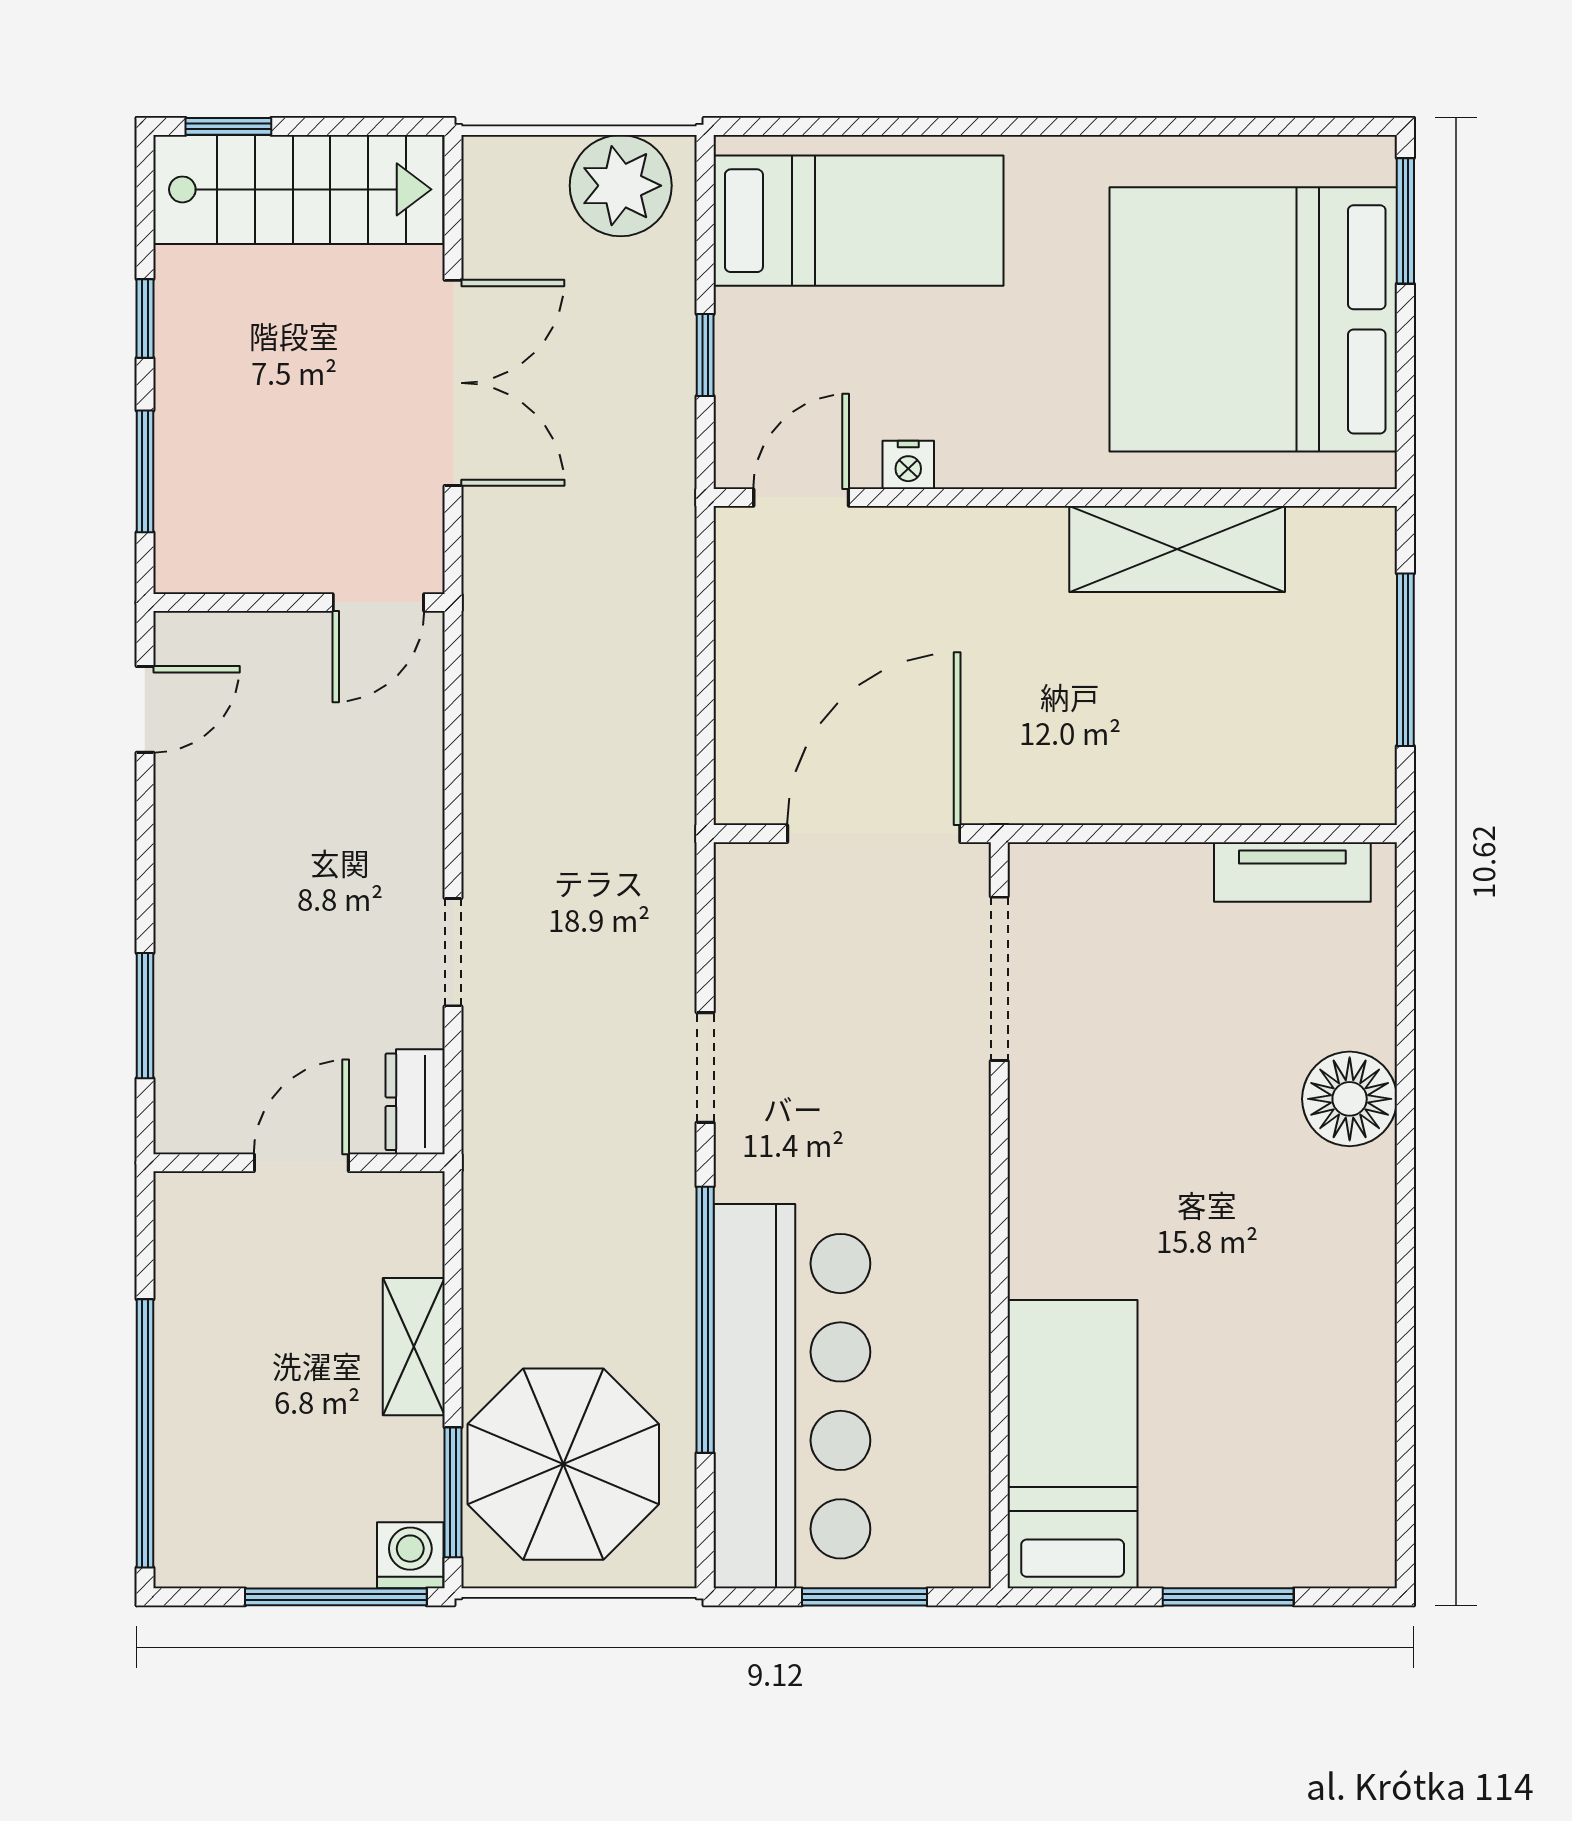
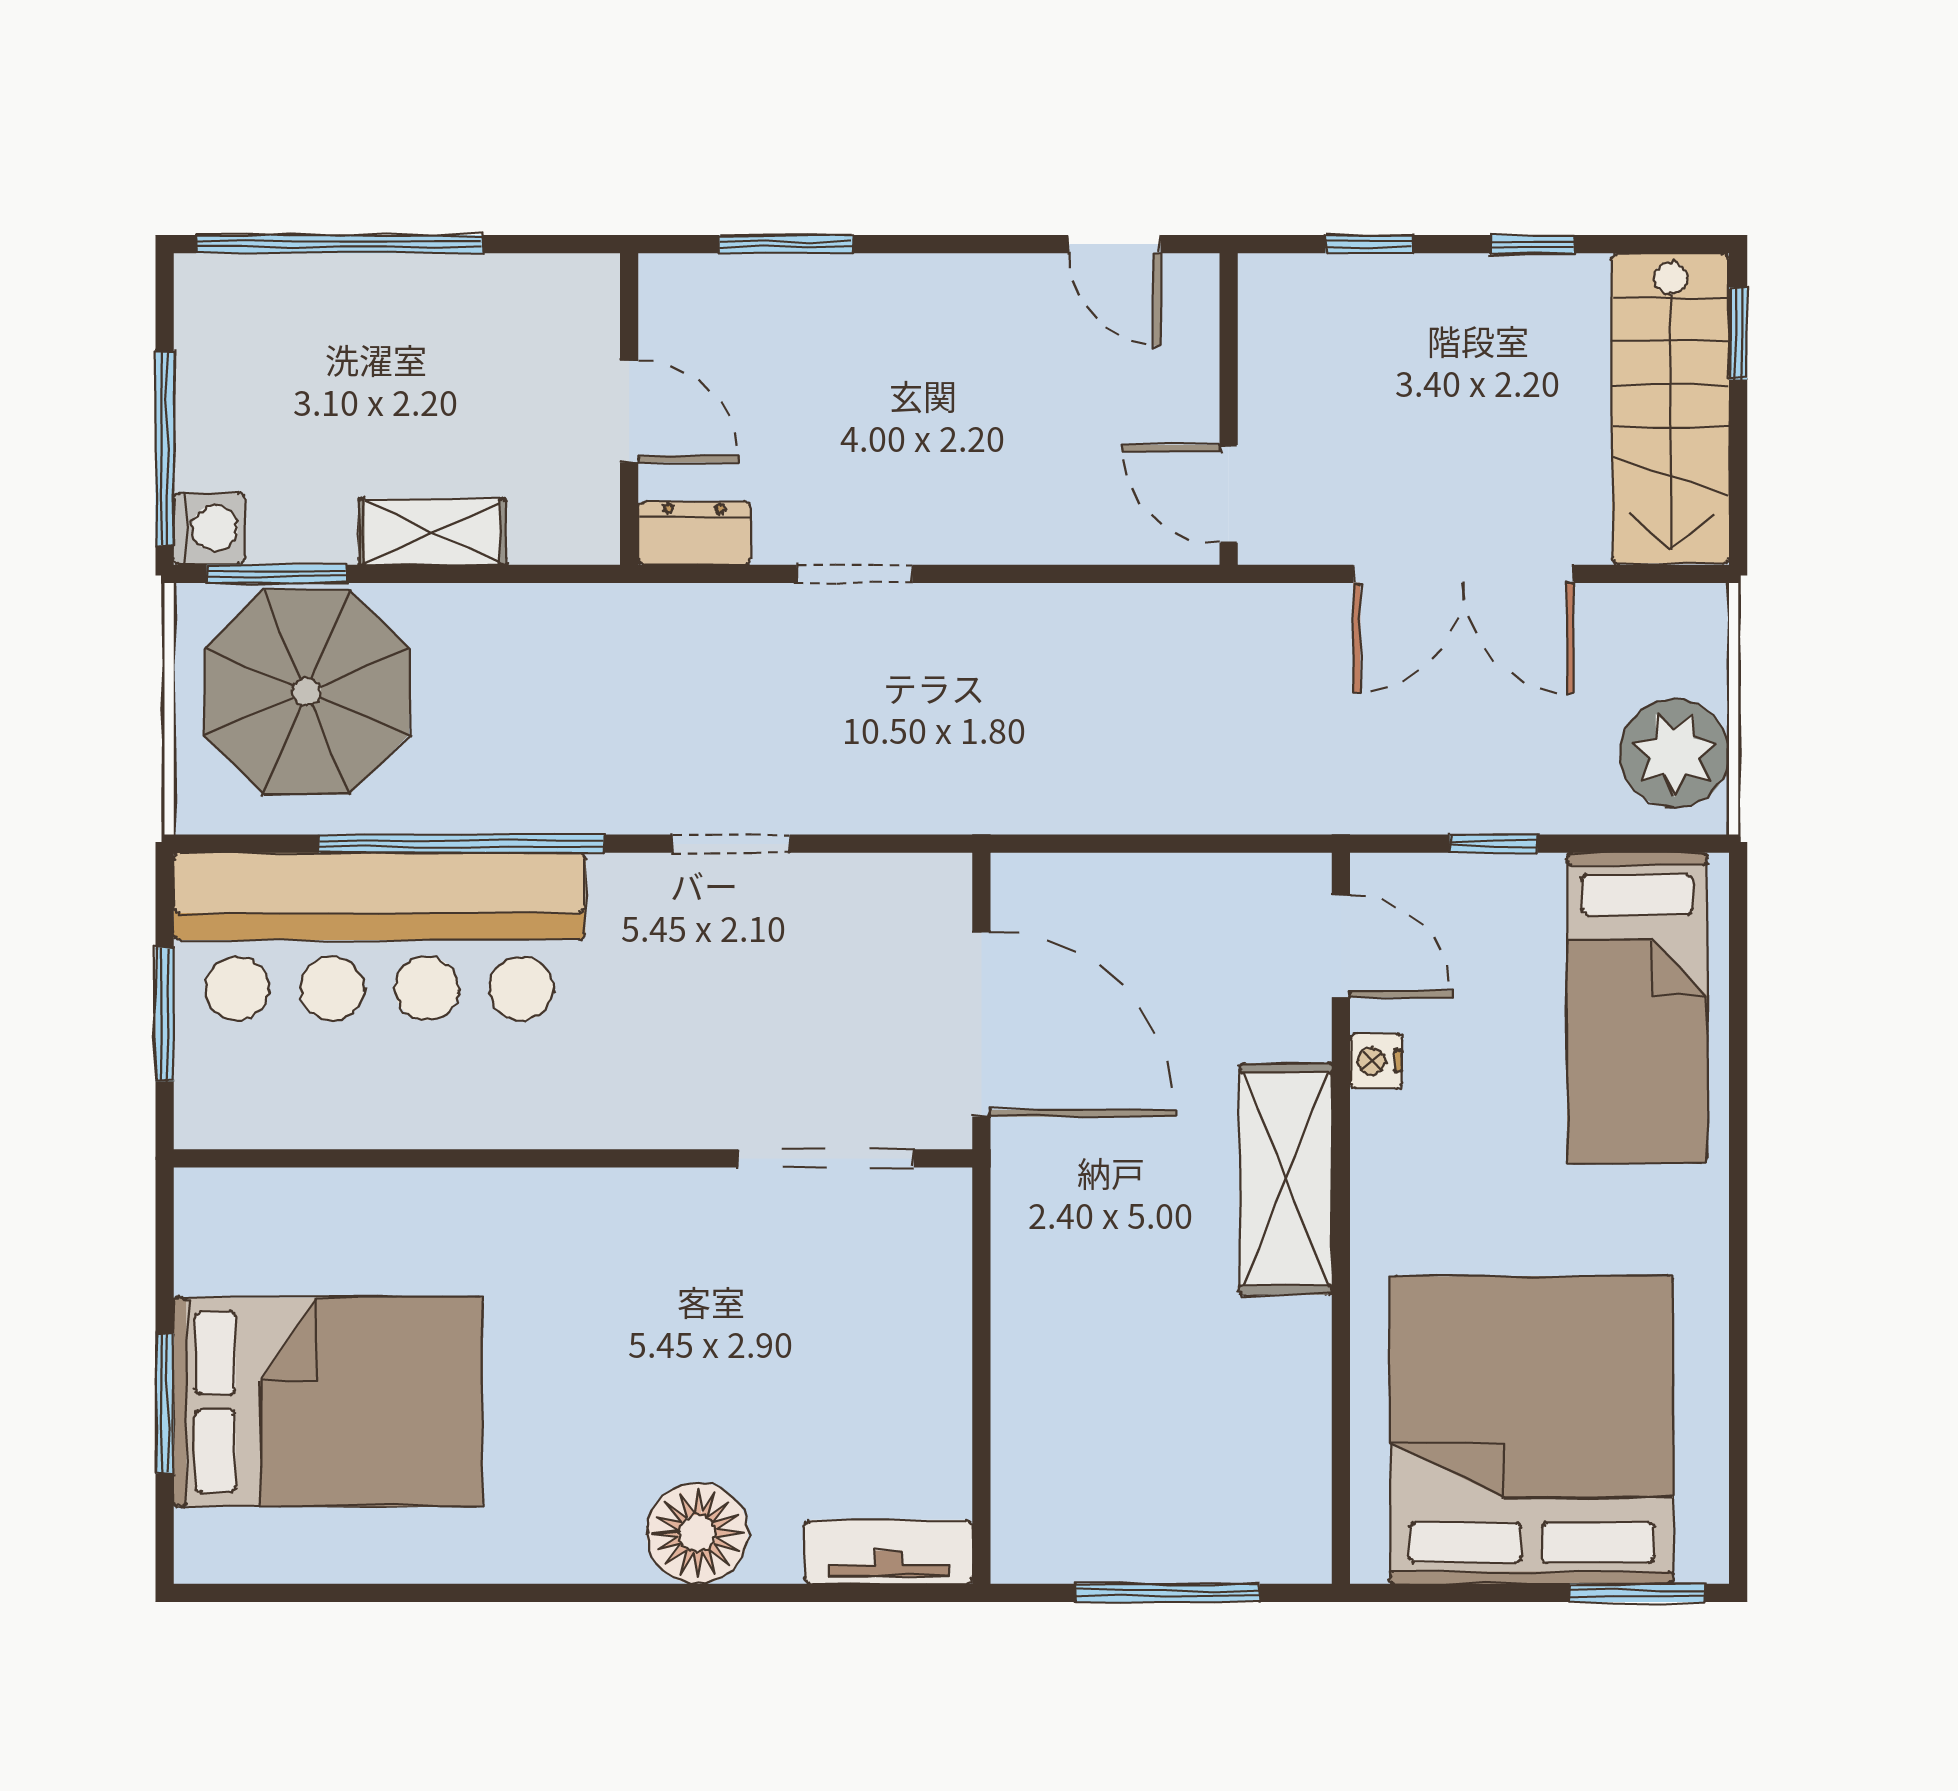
window: (145, 471) -> (1369, 244), width x0.67
shelving: (1177, 549) -> (1286, 1179), moved
tv unit: (1292, 872) -> (889, 1552), moved, turned 90
bed: (1073, 1444) -> (328, 1402), moved, width x1.50

